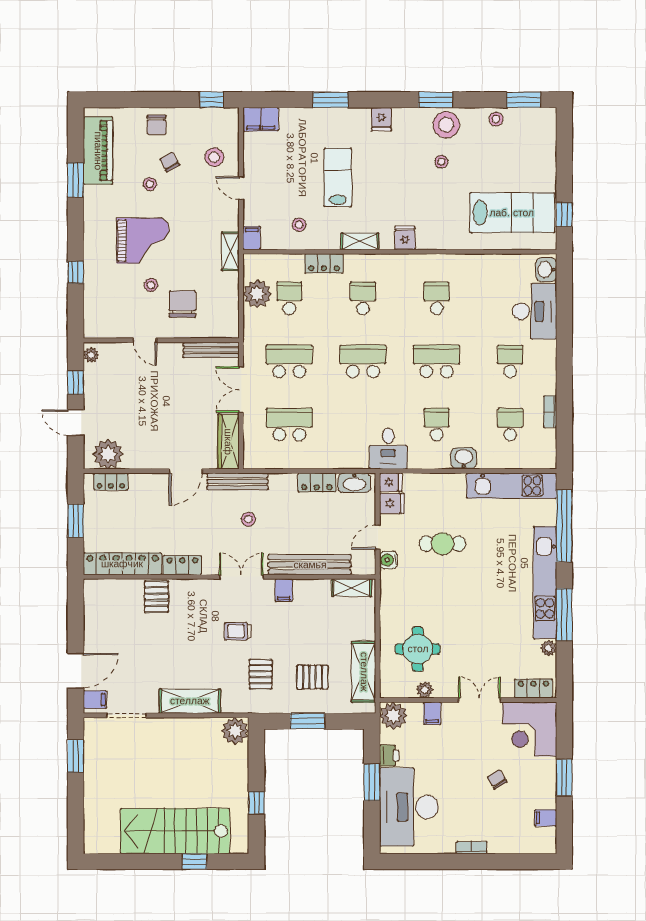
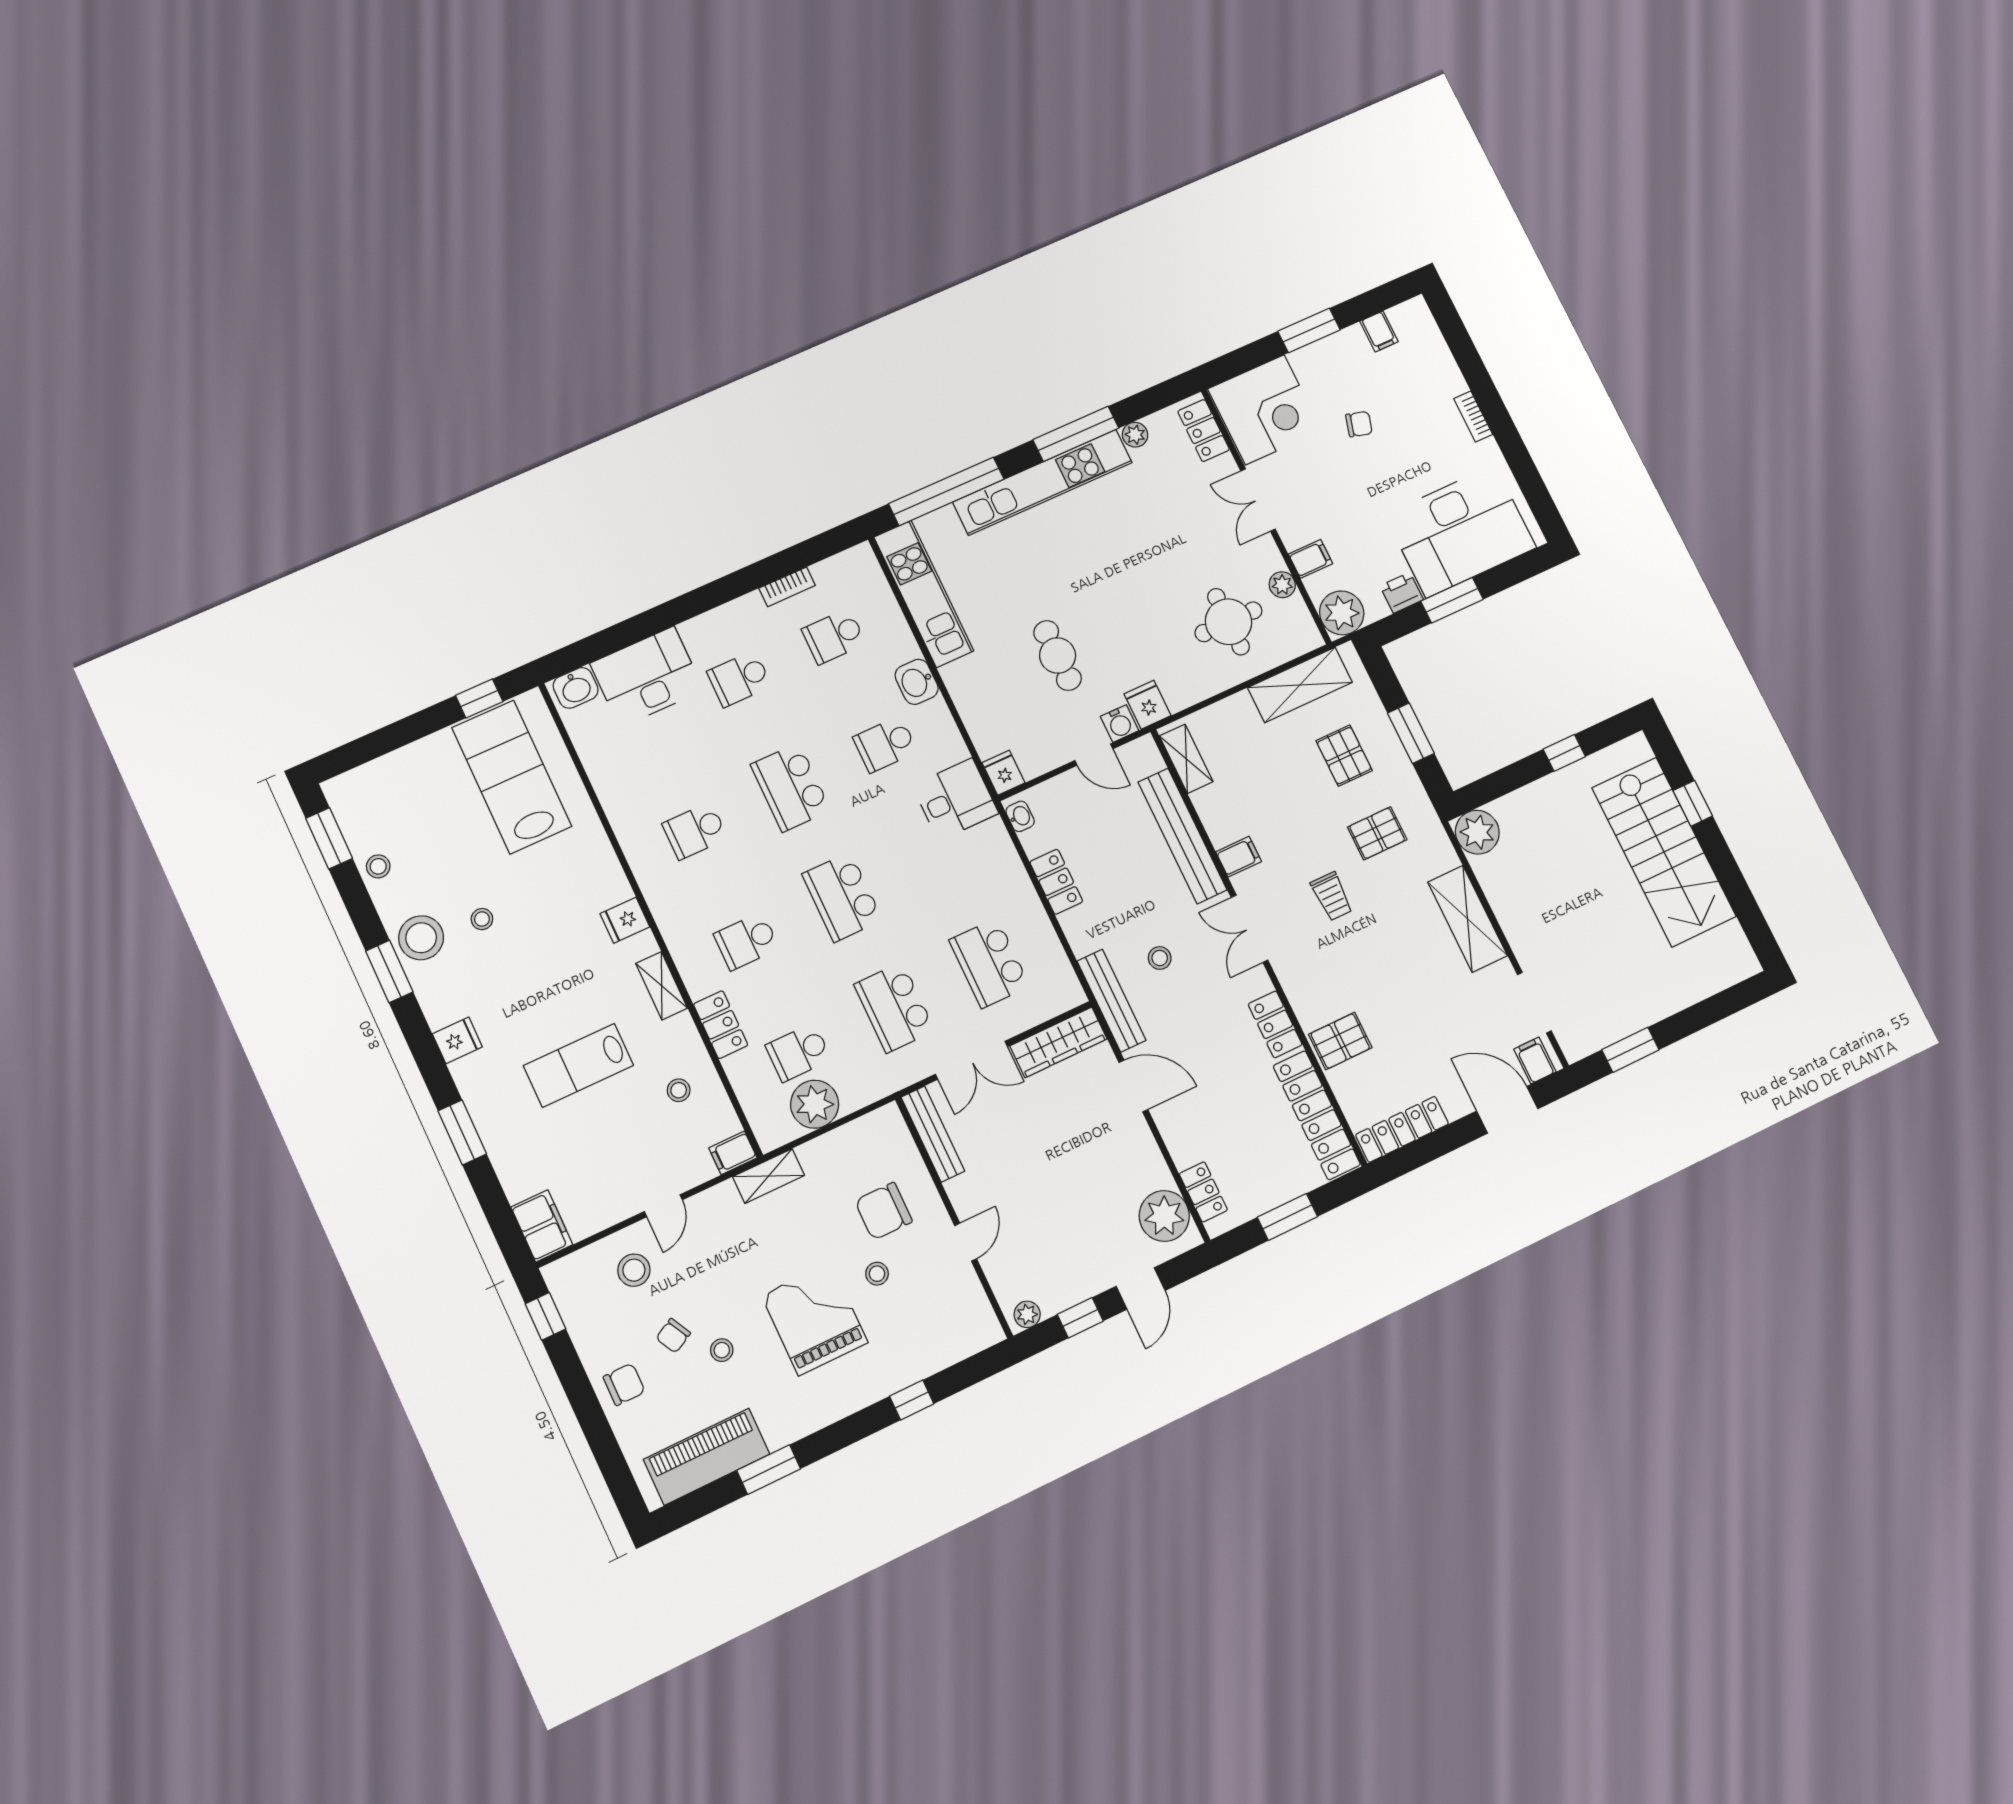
washbasin: (354, 483) -> (1020, 816), width x0.52, depth x0.69
fridge: (392, 503) -> (1147, 705), moved
locker: (93, 607) -> (1402, 1129), added
chair: (497, 779) -> (1359, 424), turned -133

